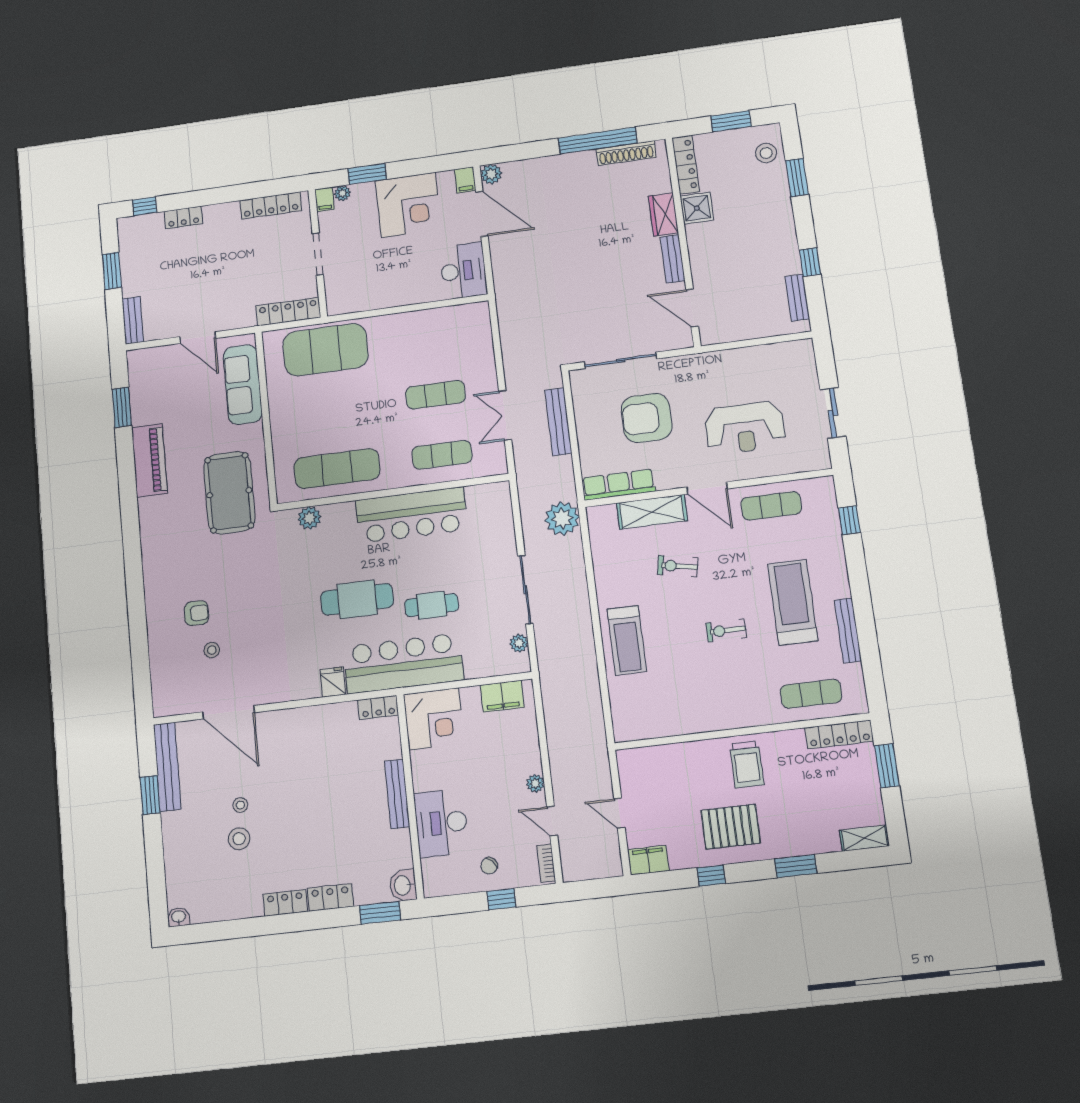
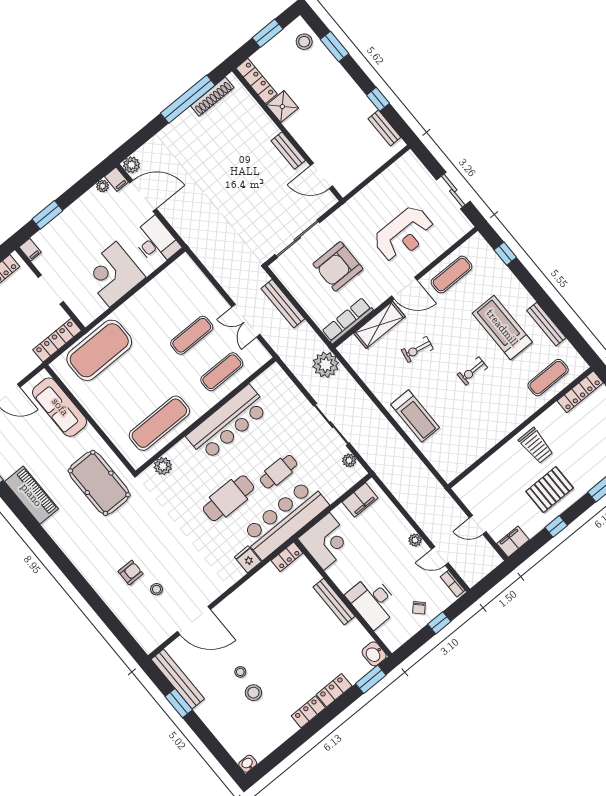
plant: (342, 193) -> (103, 186), moved
corner desk: (408, 205) -> (113, 274), moved, turned 180
wardrobe: (663, 214) -> (263, 124), removed

